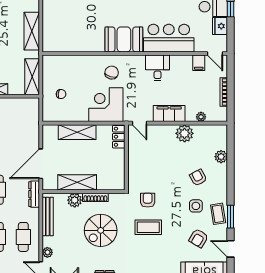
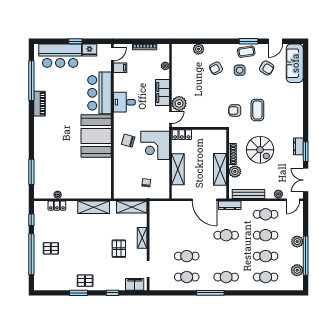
booth: (124, 39) -> (96, 136), width x1.36, depth x1.42
plant: (185, 133) -> (179, 103), moved

